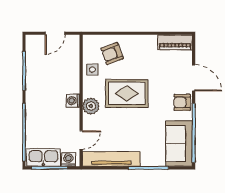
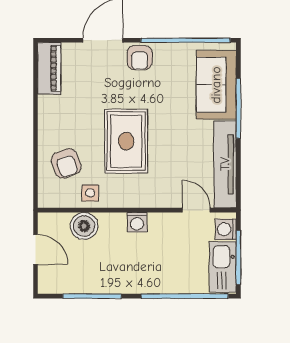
boiler: (71, 65) -> (84, 226), added
plant: (91, 106) -> (145, 195), removed
sofa: (179, 144) -> (216, 85), moved, turned 90

